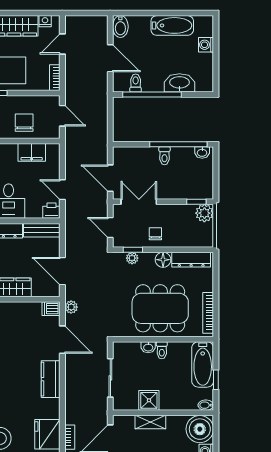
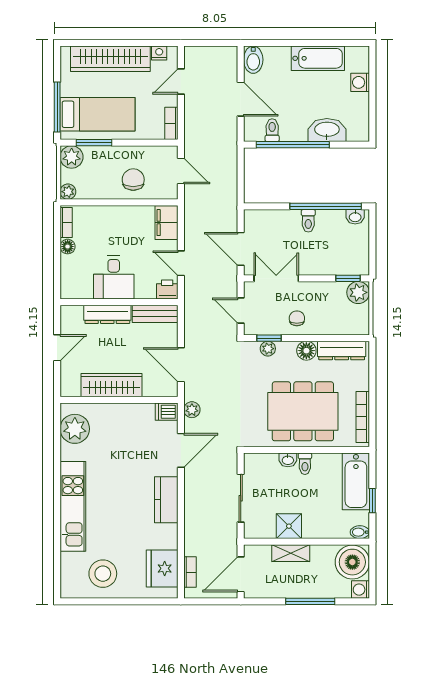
filing cabinet: (32, 152) -> (167, 223), moved, turned 90
door: (62, 340) -> (181, 450), hinge flipped

